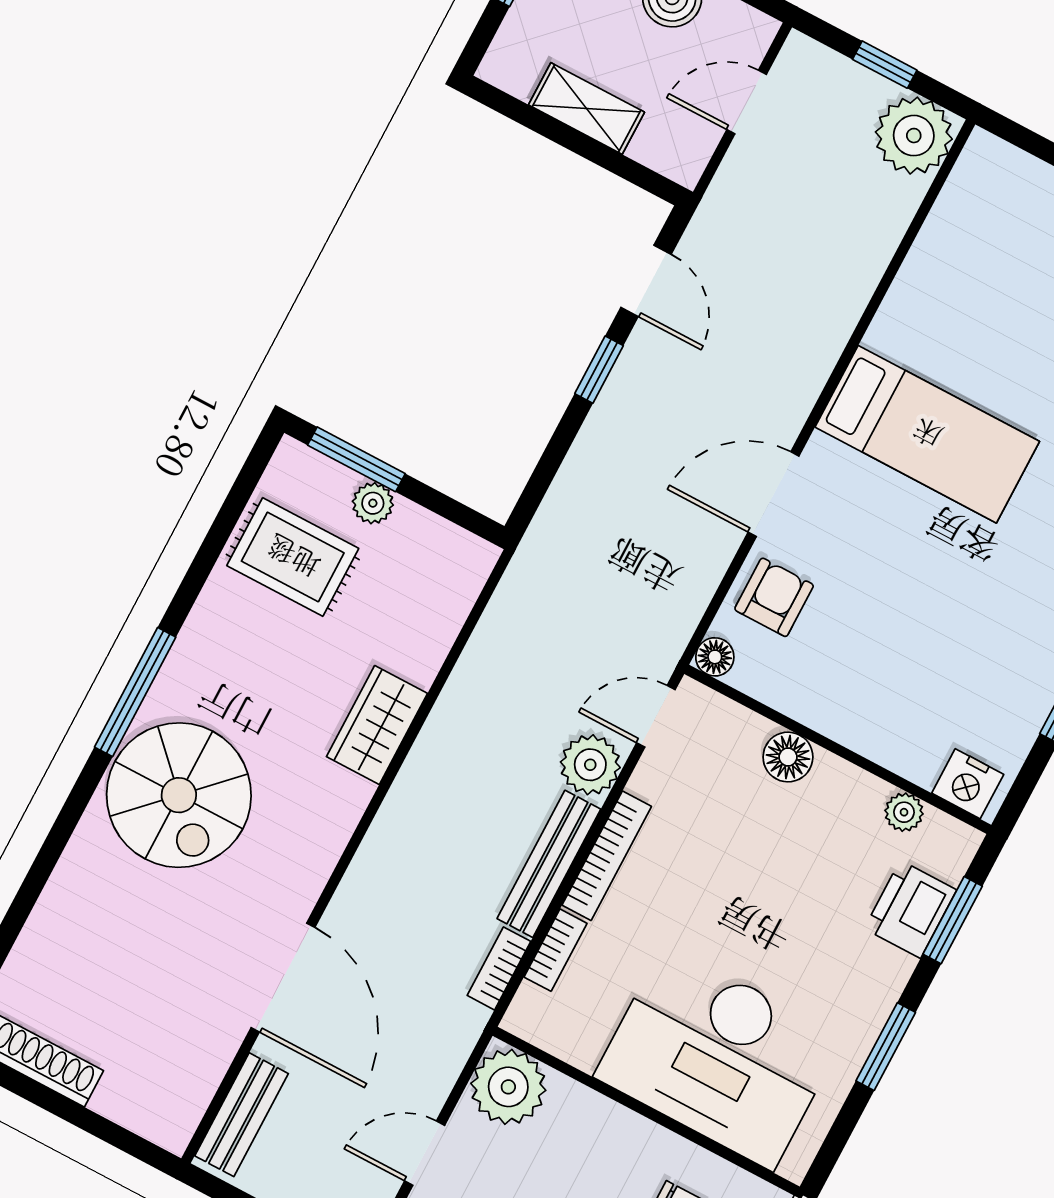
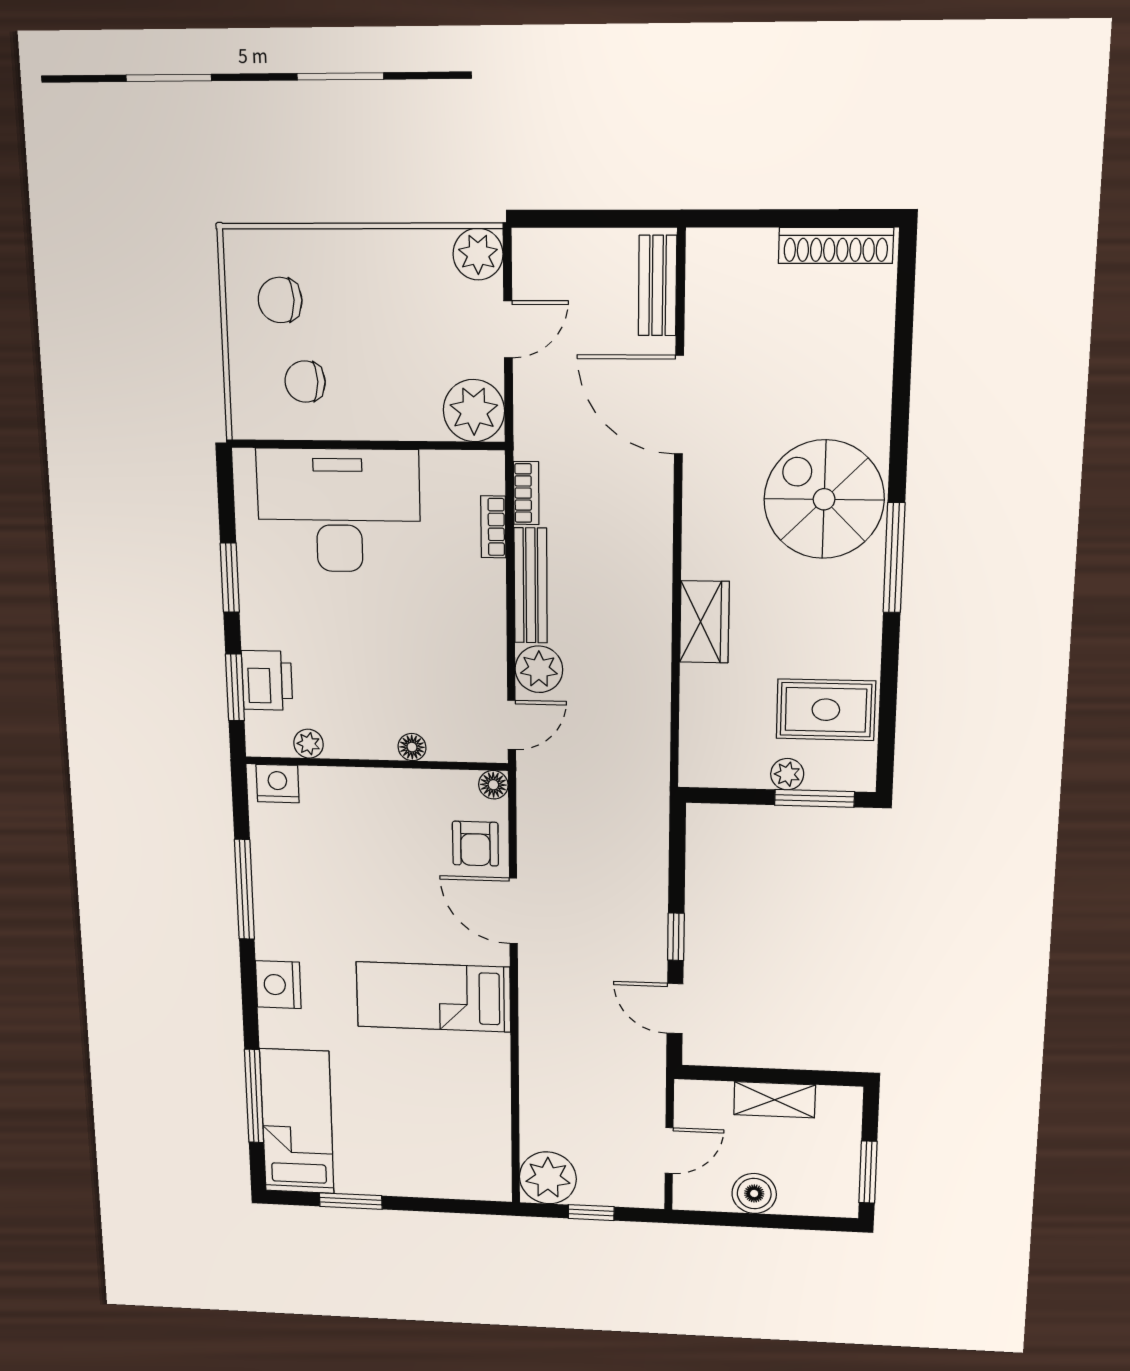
door: (774, 494) -> (513, 911), swing flipped
floor lamp: (788, 757) -> (412, 747), width x0.73, depth x0.73
bookcase: (607, 856) -> (493, 612), removed

